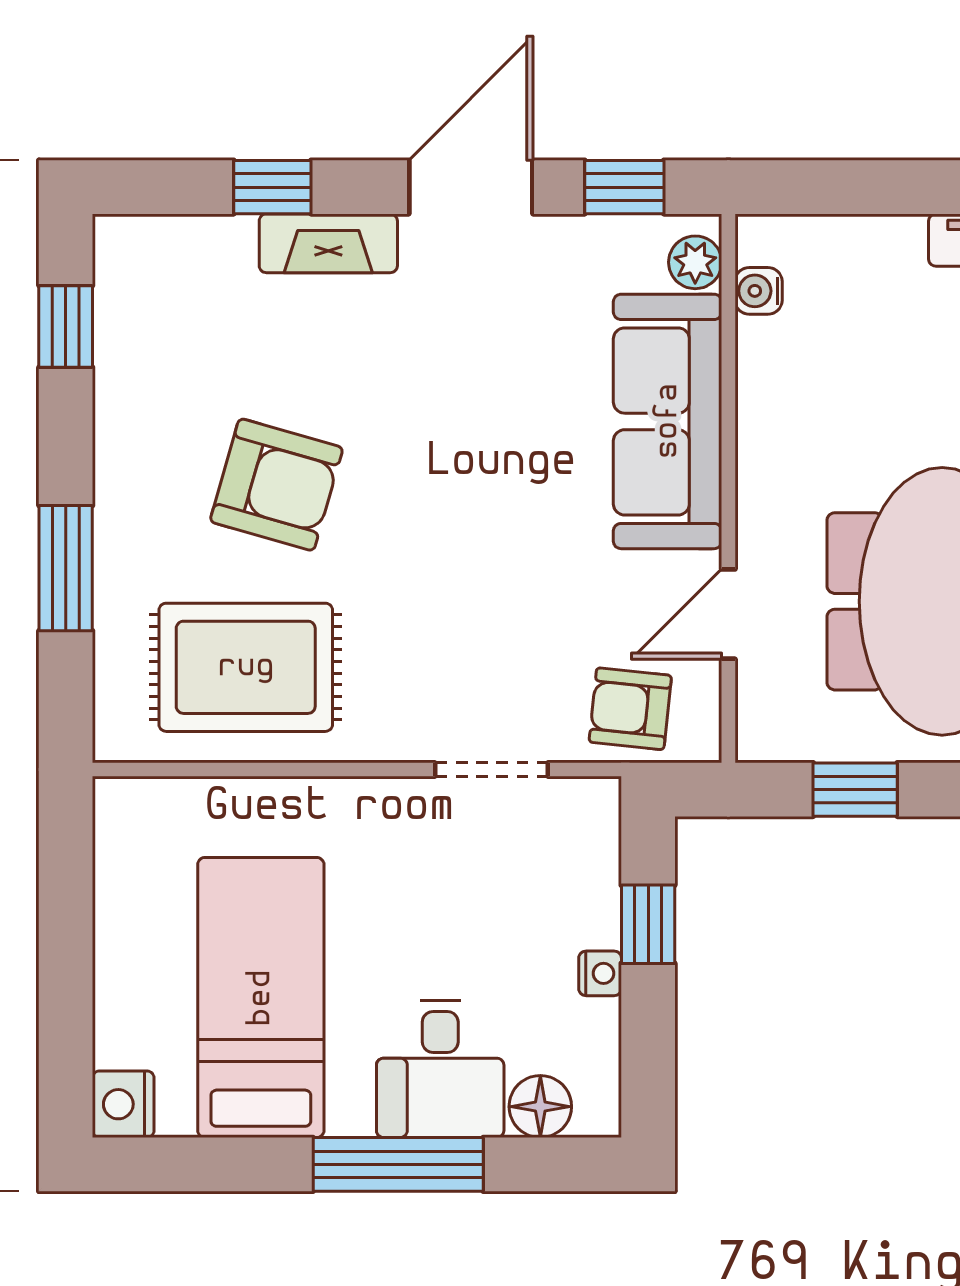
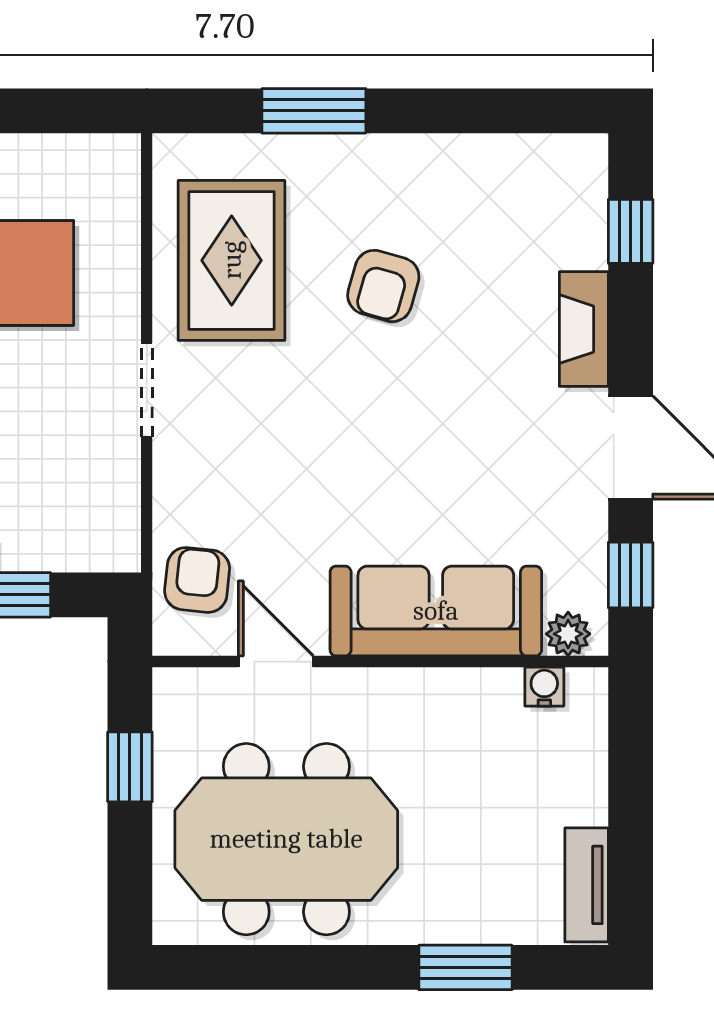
window: (272, 187) -> (631, 231), moved
window: (66, 326) -> (515, 111), removed
armchair: (276, 485) -> (383, 286), width x0.72, depth x0.72
doorway: (491, 769) -> (147, 390), moved

